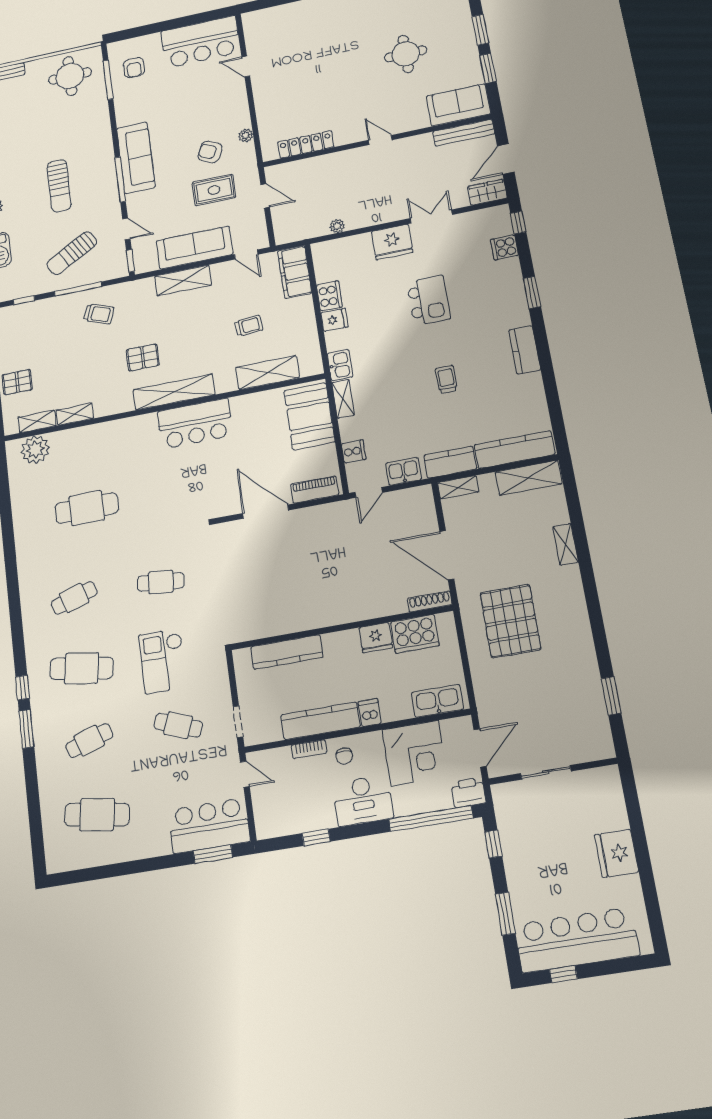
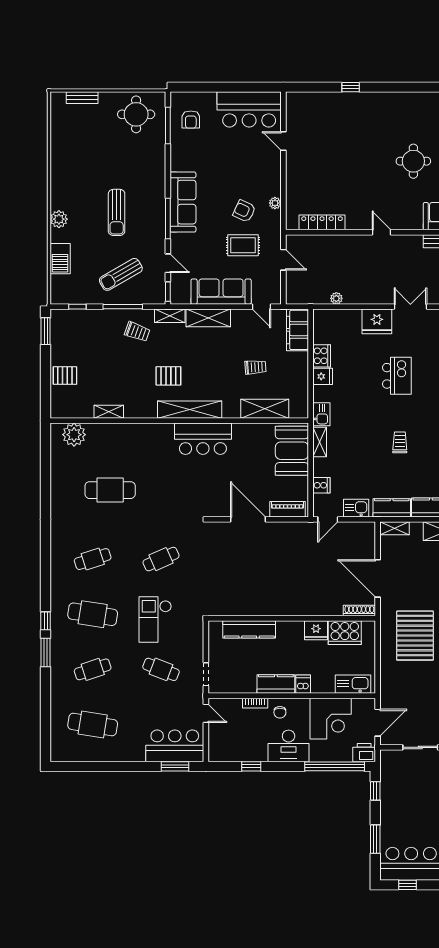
shelving: (37, 421) -> (170, 316), moved
cafe table: (161, 582) -> (161, 559), turned -30
kitchen counter: (320, 721) -> (276, 684), width x0.67

